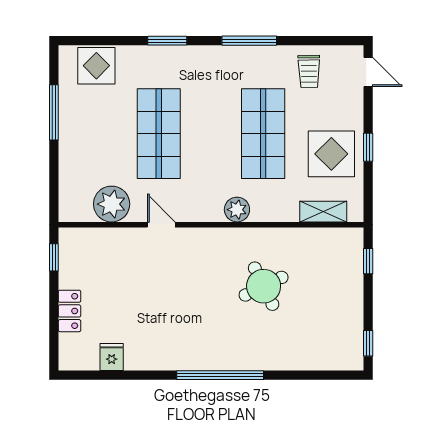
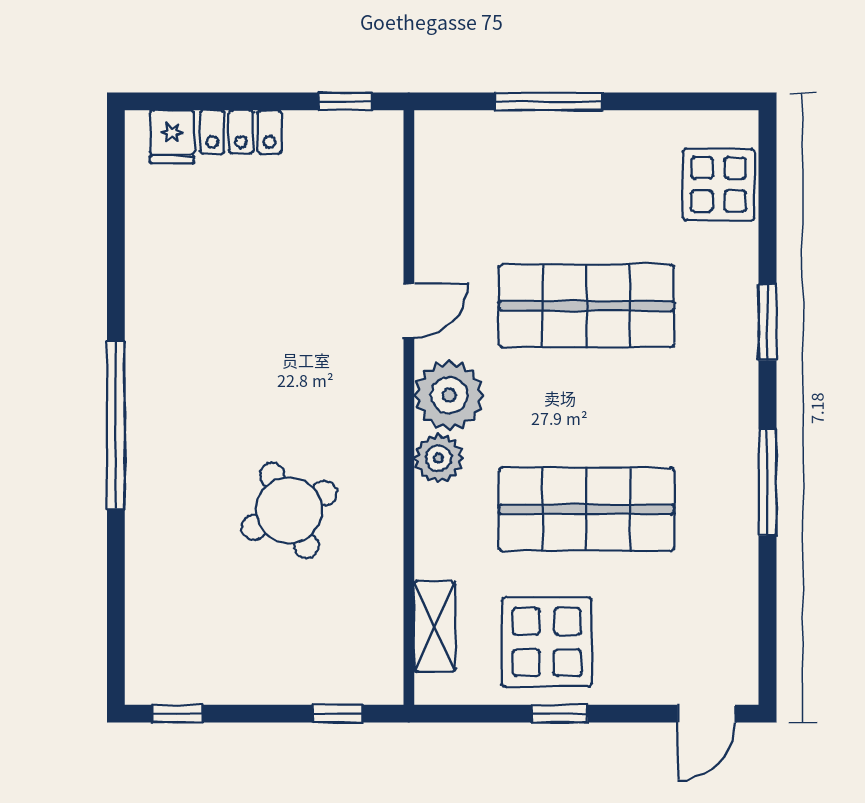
trolley: (309, 71) -> (707, 598), removed
window: (54, 112) -> (549, 101), moved
plant: (112, 204) -> (449, 395), moved
fridge: (112, 357) -> (172, 137), moved, turned 90

